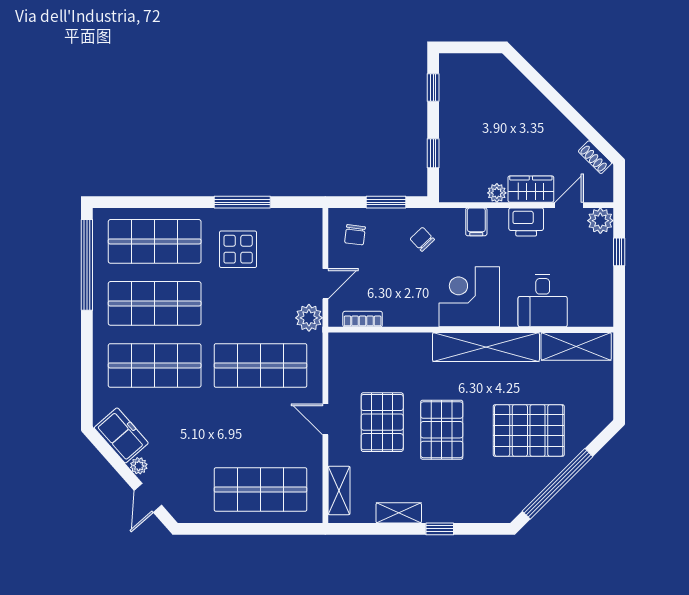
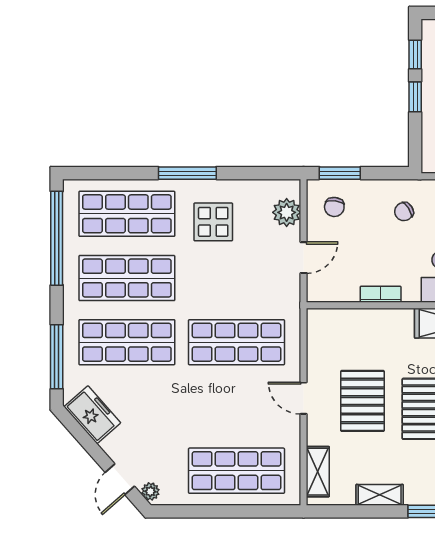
window: (433, 153) -> (415, 97), moved
window: (242, 202) -> (187, 173), moved
window: (386, 202) -> (340, 173), moved
chair: (422, 239) -> (404, 212), turned -78
plant: (309, 318) -> (287, 212), moved
bookcase: (363, 319) -> (381, 294), moved
window: (87, 380) -> (57, 357), added
plant: (139, 466) -> (150, 491), moved

